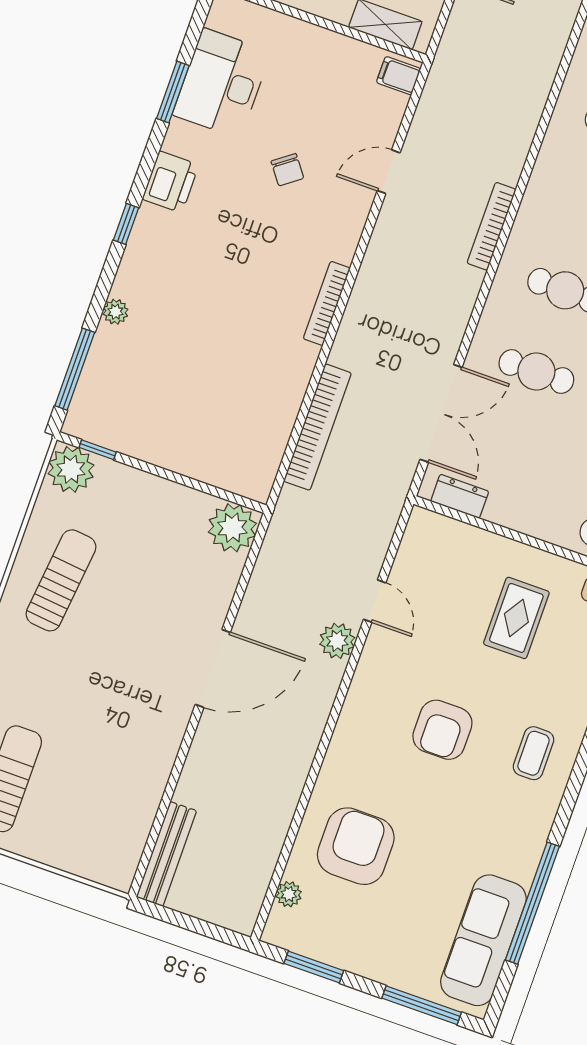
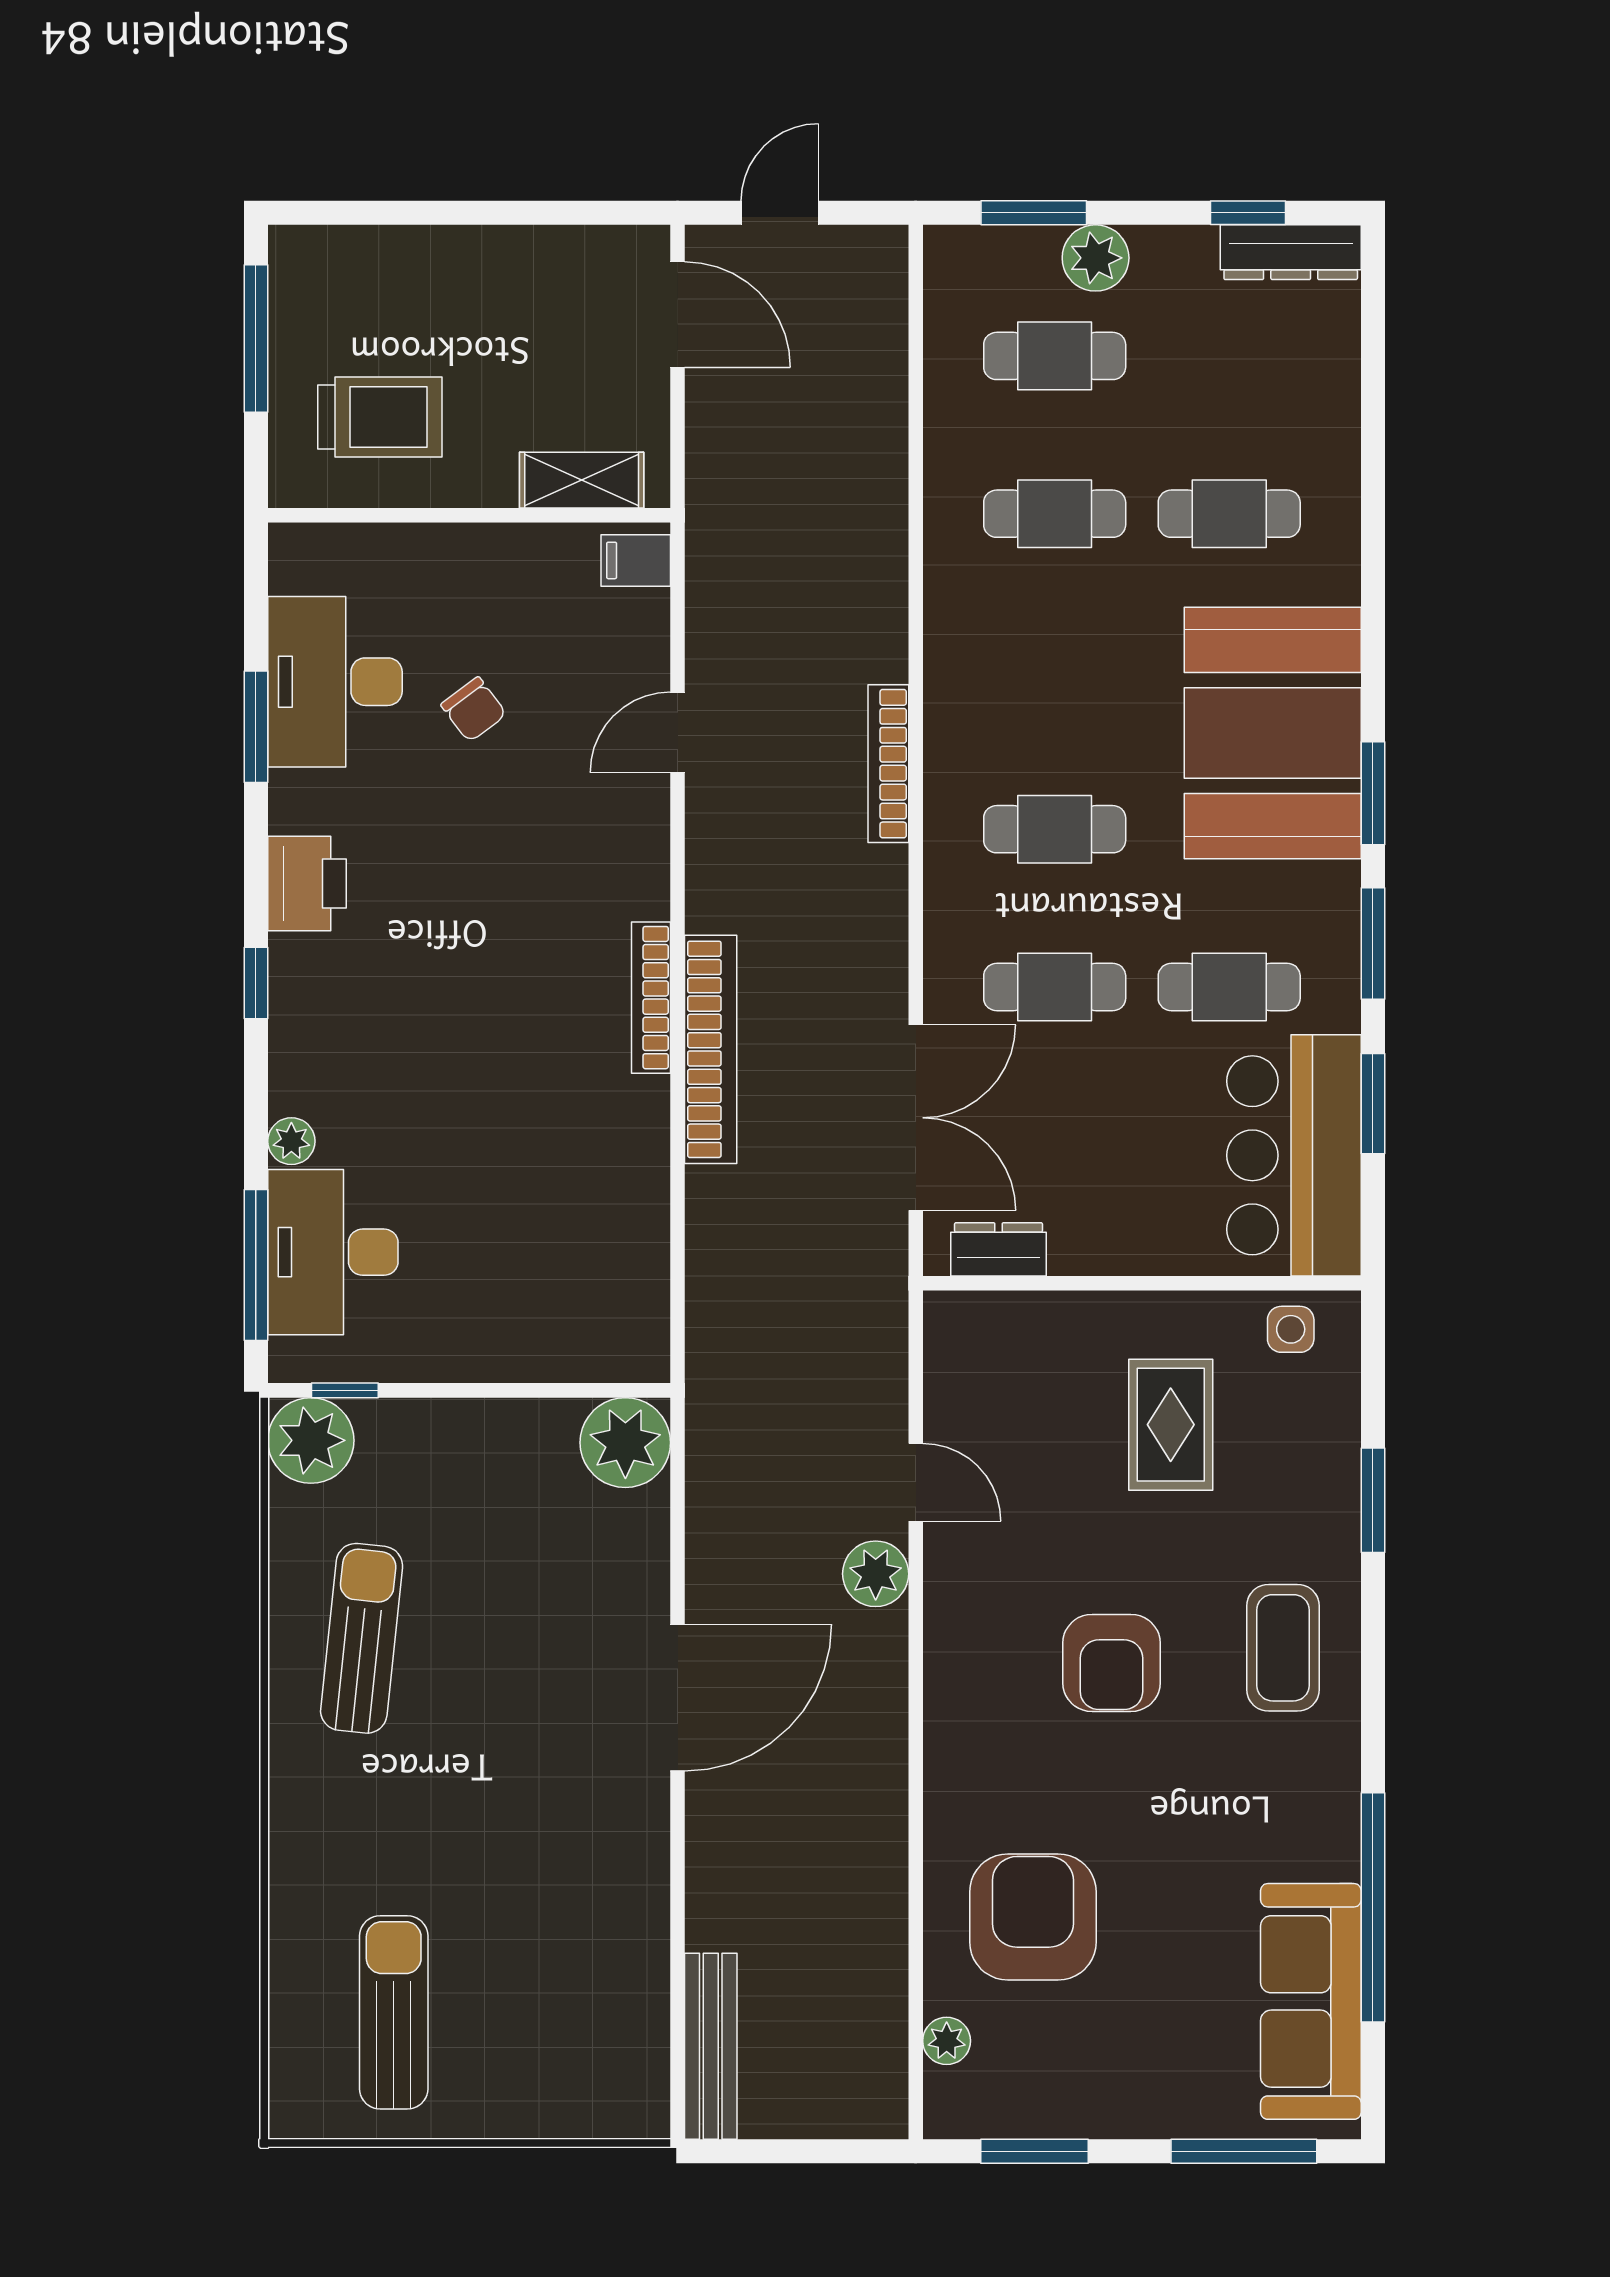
chair: (287, 170) -> (474, 709), moved
desk: (117, 376) -> (333, 1252), added
bookcase: (317, 427) -> (711, 1049), moved
coffee table: (533, 753) -> (1283, 1648), width x1.36, depth x1.30

